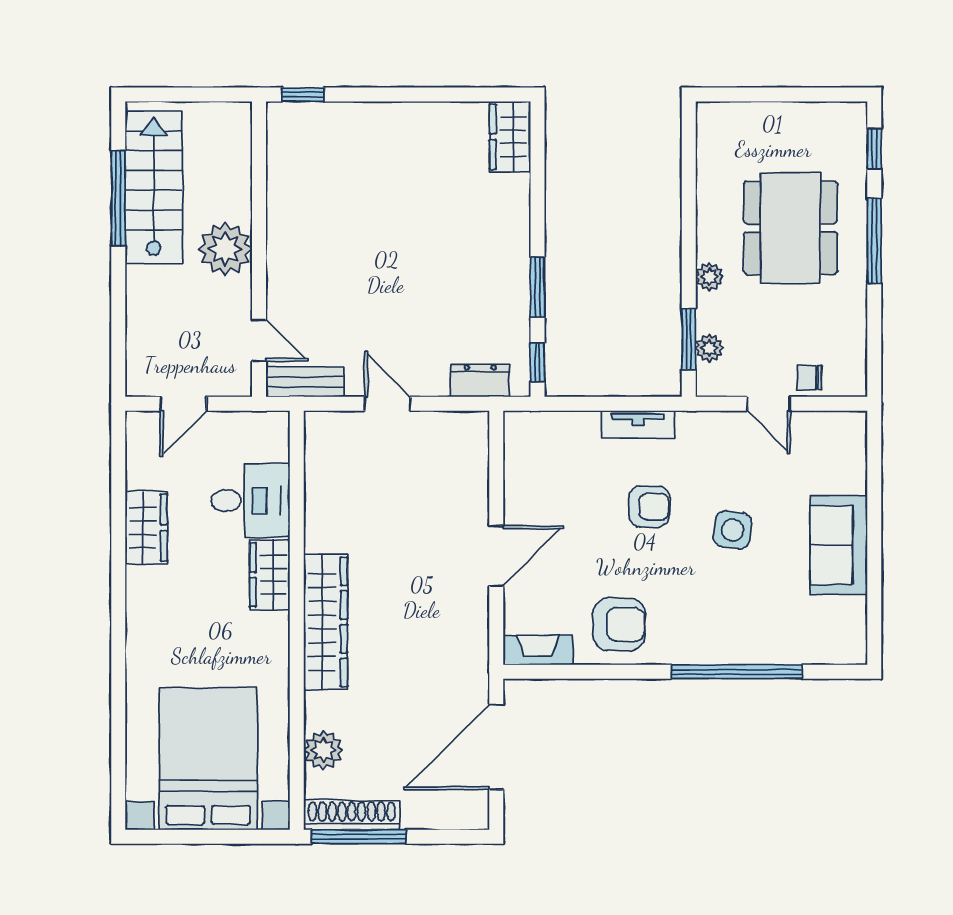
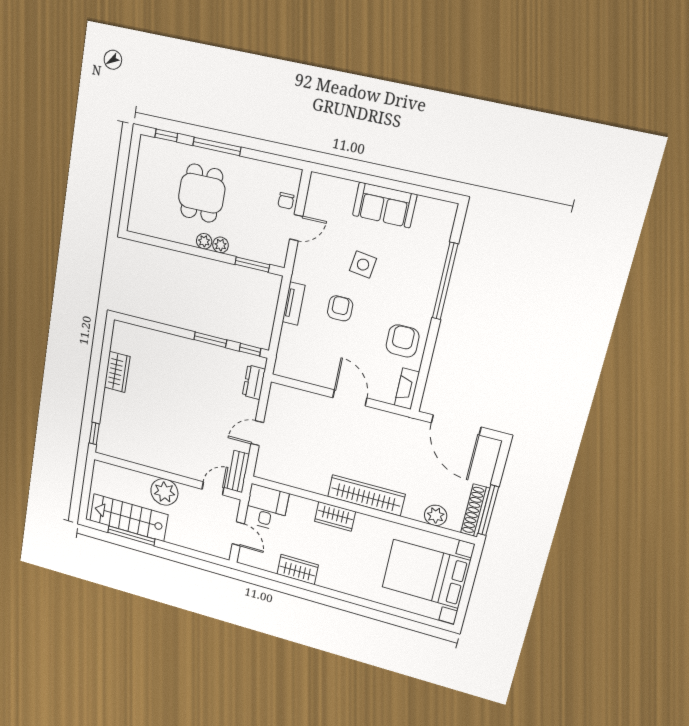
wardrobe: (510, 137) -> (117, 372), moved, turned -90
dining table: (790, 228) -> (202, 193), width x0.73
plant: (709, 348) -> (204, 241), moved
desk: (250, 501) -> (267, 508), moved

